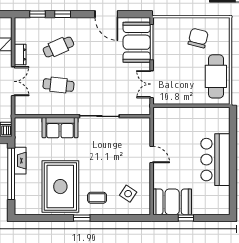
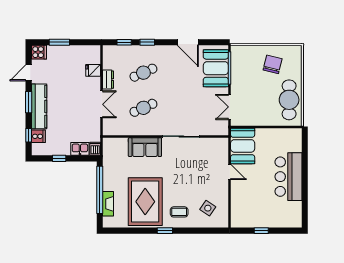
cafe table: (58, 85) -> (143, 108), turned -30
fireplace: (20, 161) -> (108, 204), moved
booth: (172, 202) -> (243, 146), moved, turned 90

